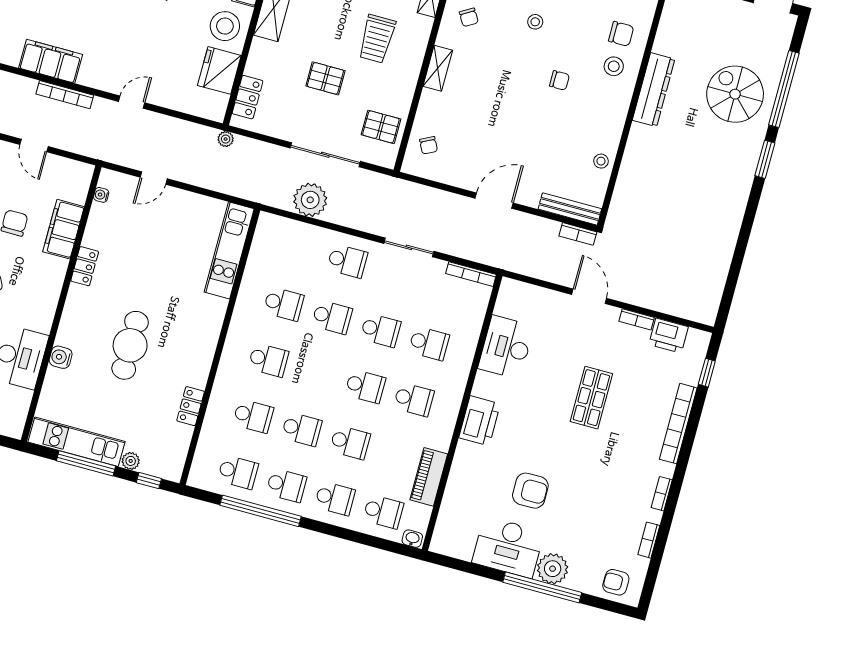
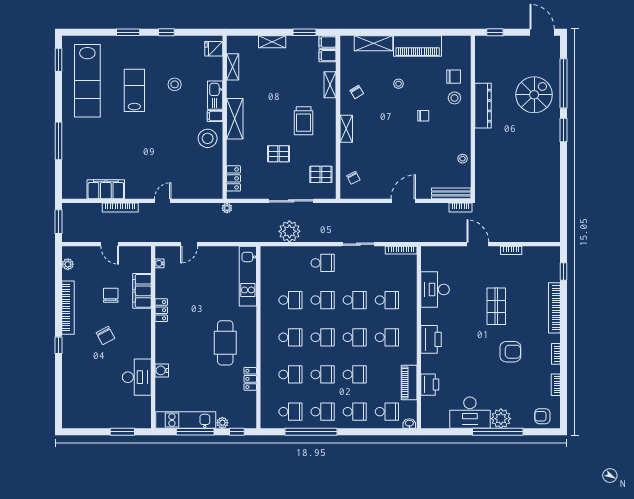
fridge: (219, 70) -> (212, 167), removed
spiral stairs: (735, 94) -> (534, 95), turned 90
printer: (669, 336) -> (430, 385), moved, turned -90
cafe table: (130, 345) -> (225, 343), moved
school desk: (317, 373) -> (323, 337), added
armchair: (530, 491) -> (510, 352), moved

